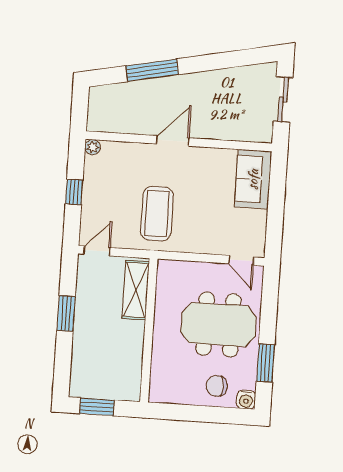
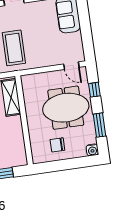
window: (269, 306) -> (94, 90), added
chair: (217, 386) -> (57, 145), moved

